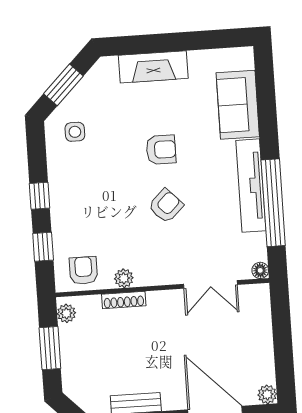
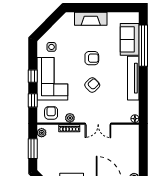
window: (63, 85) -> (48, 24), removed
corner sofa: (81, 198) -> (52, 79), added
window: (273, 203) -> (143, 46), moved
double door: (210, 284) -> (98, 124), moved

